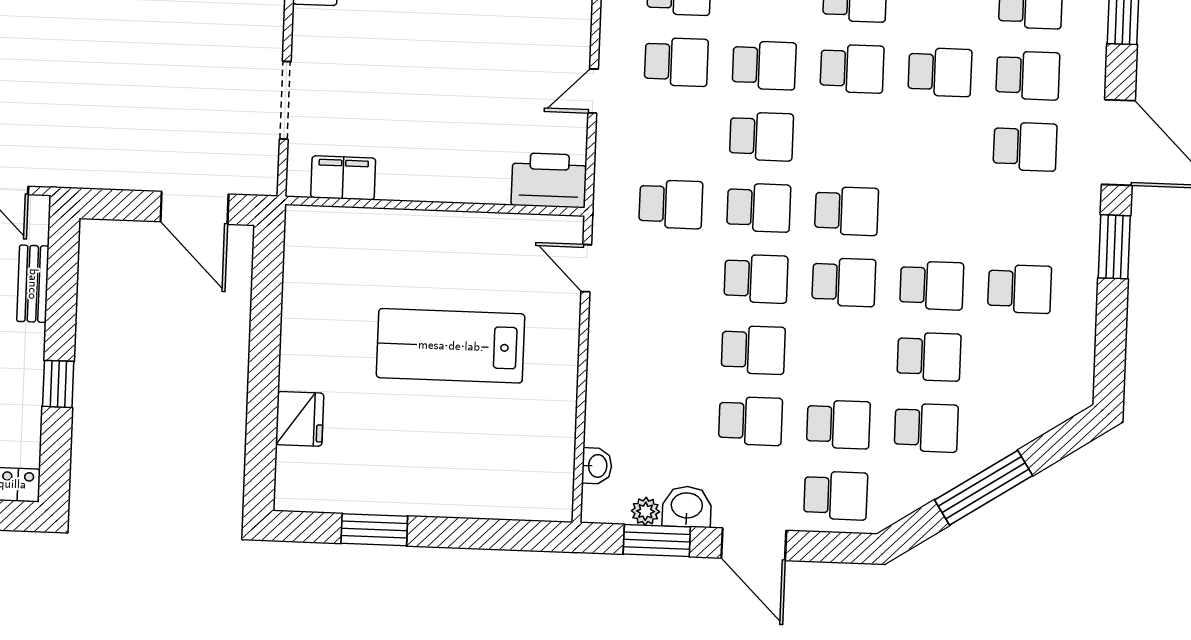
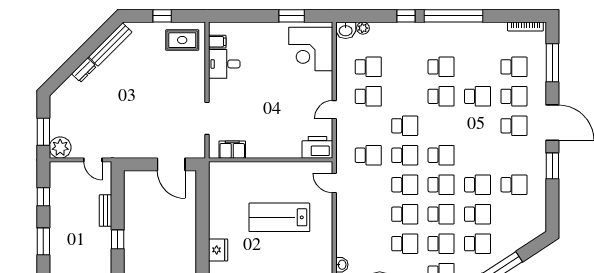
school desk: (764, 65) -> (441, 214), moved
bench: (33, 284) -> (105, 211), moved

